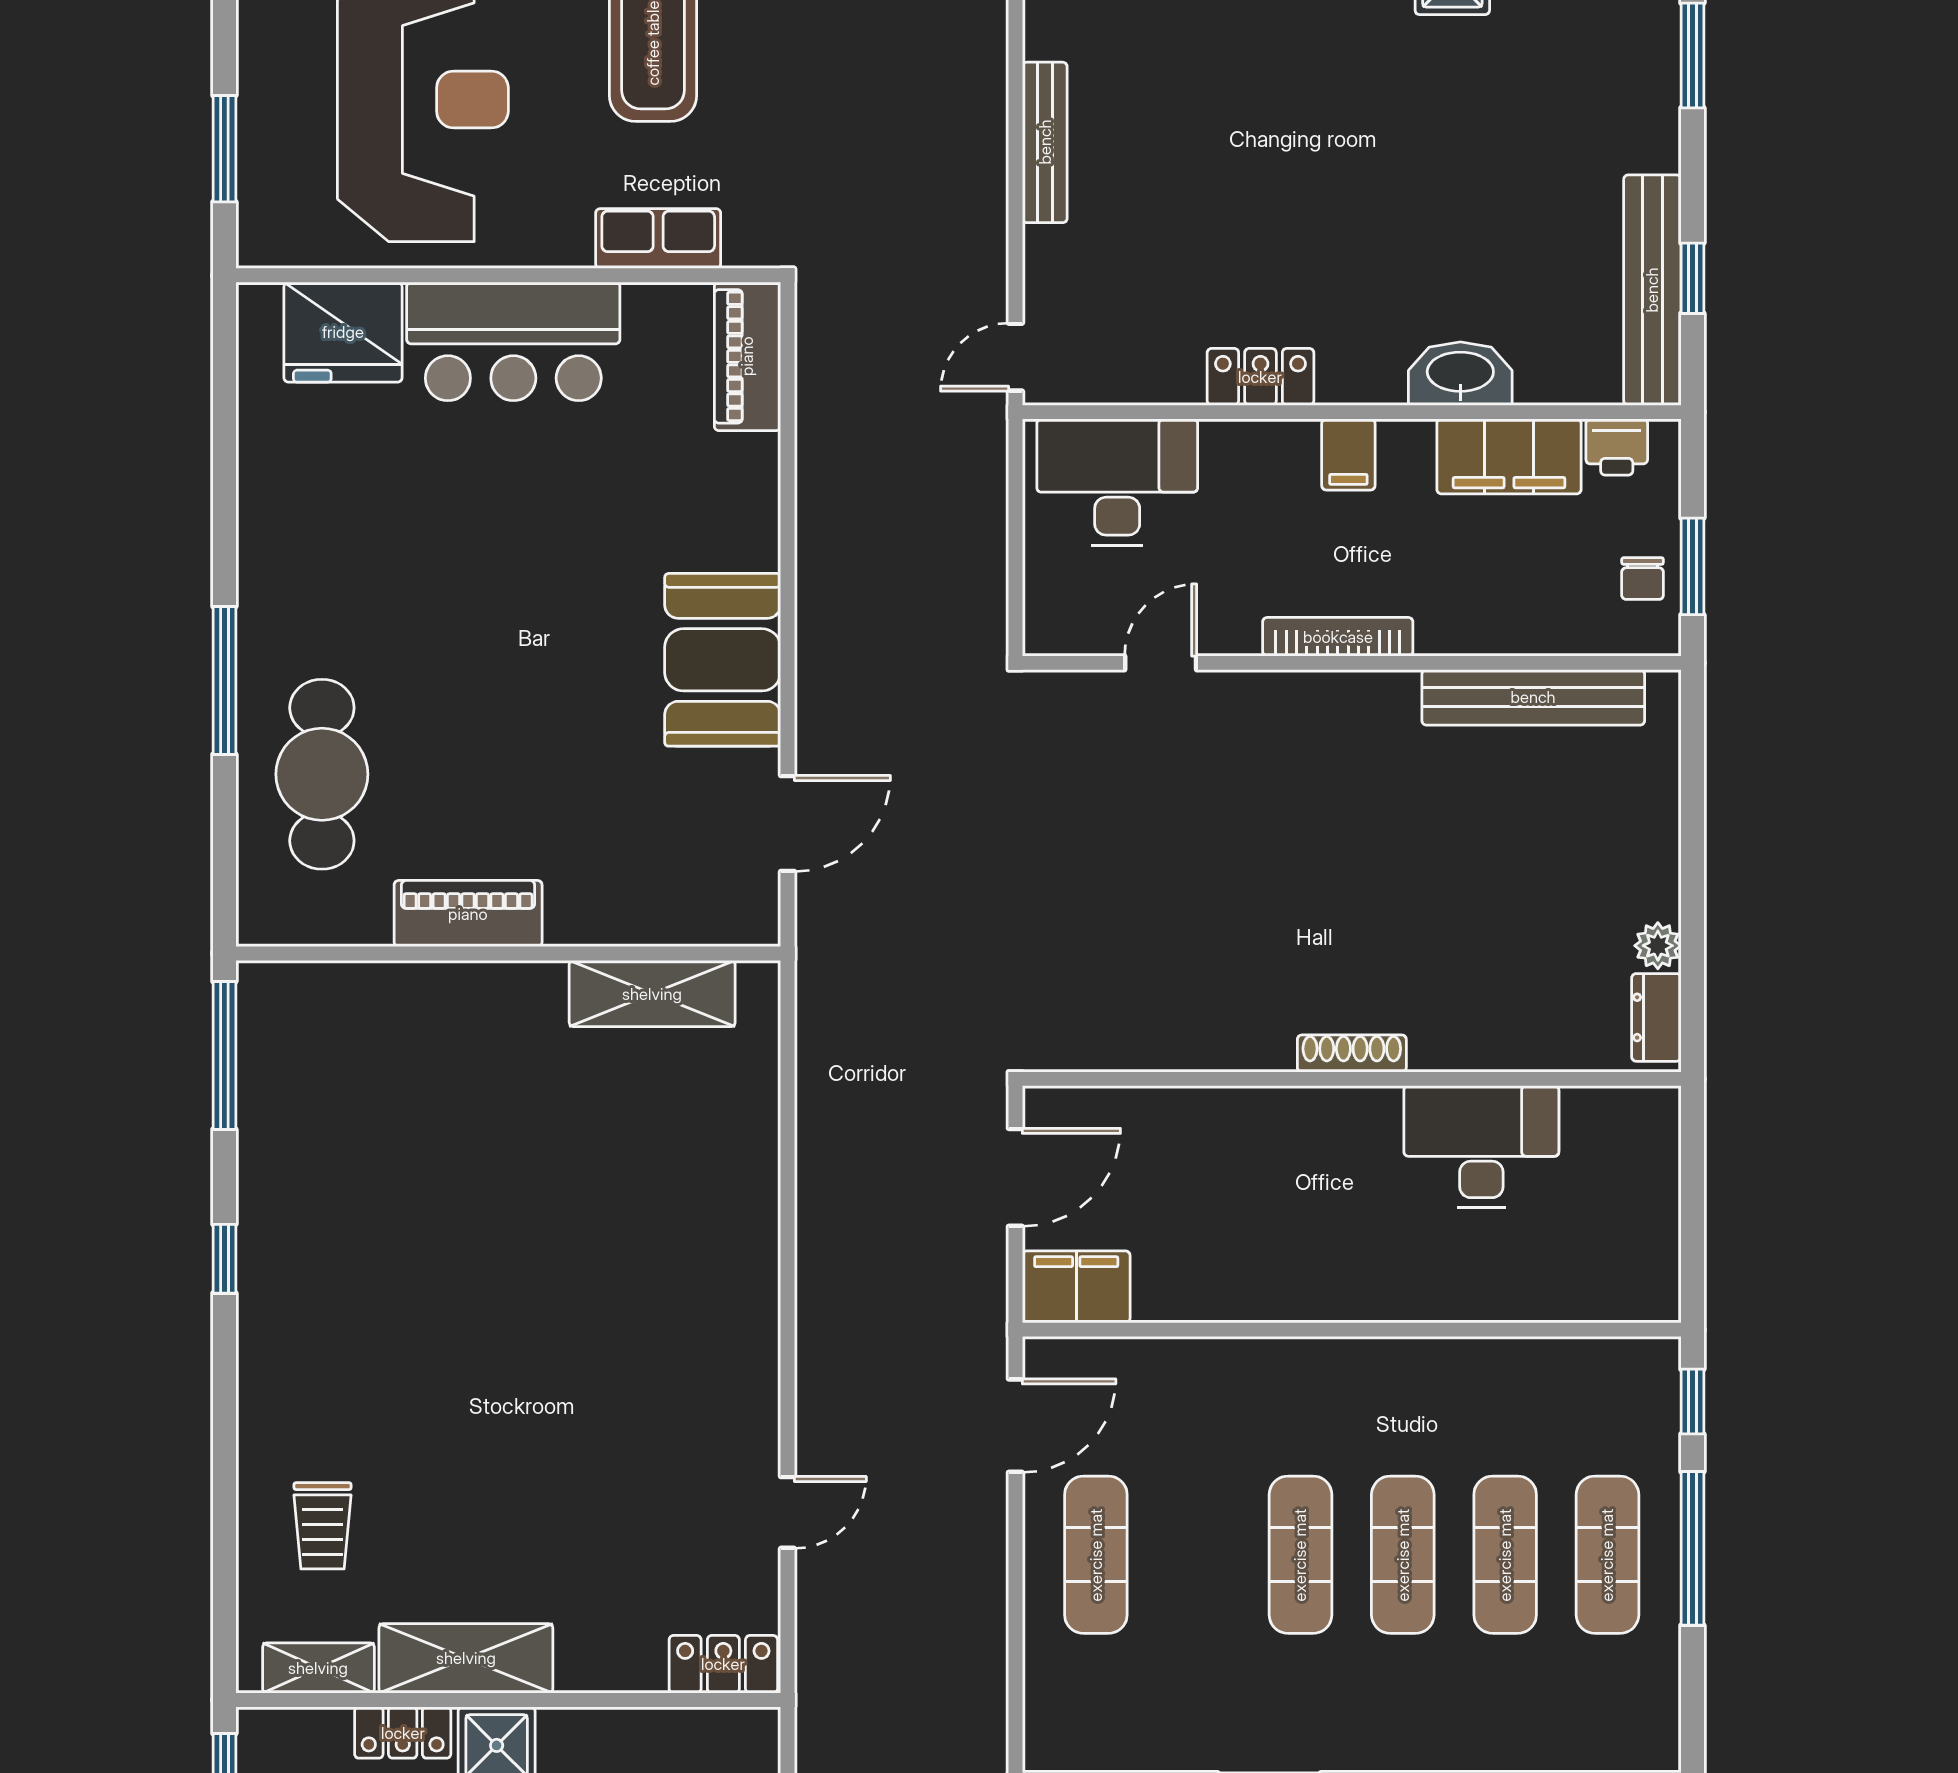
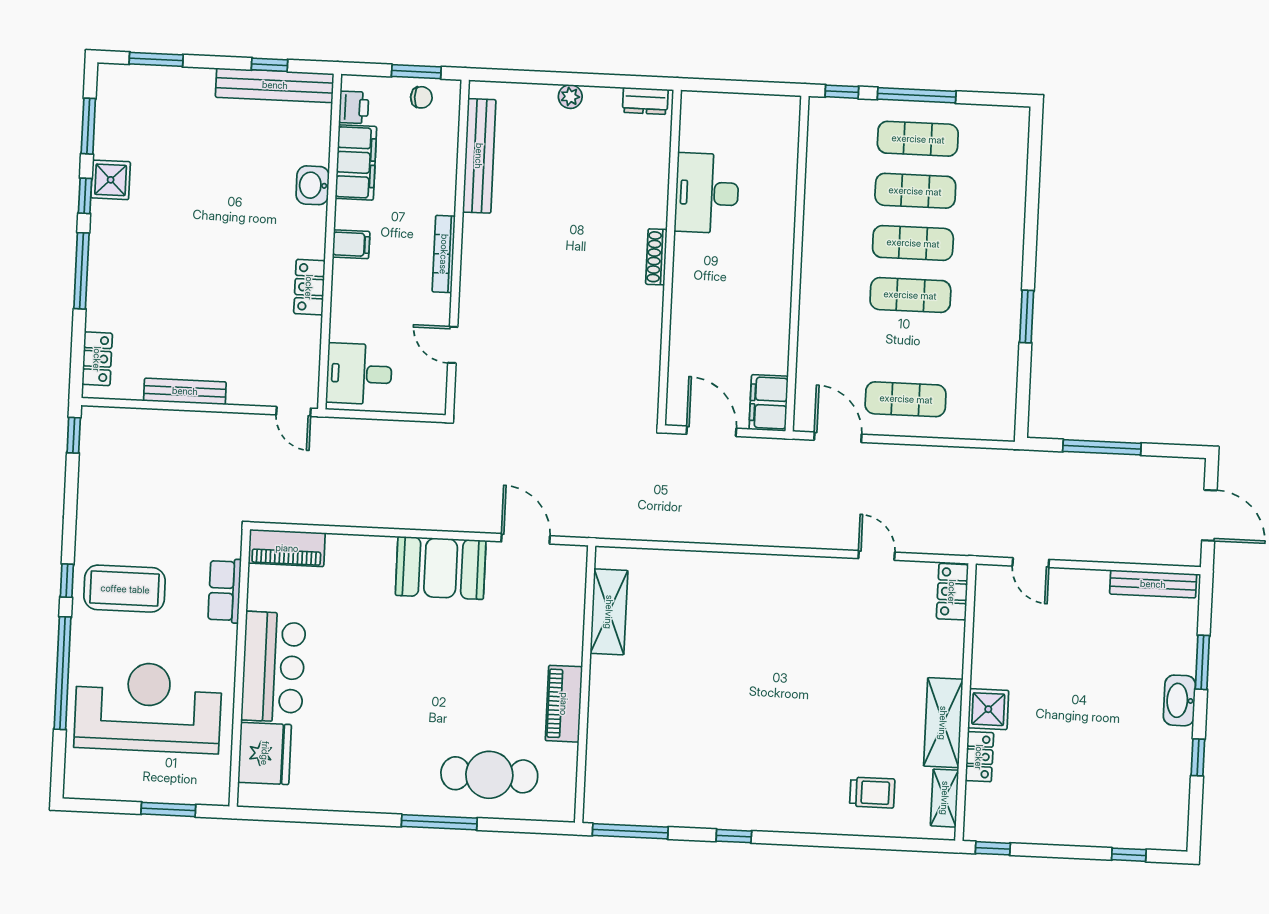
washbasin: (1460, 374) -> (313, 185), width x0.72
desk: (1117, 482) -> (359, 374), width x0.73
plant: (1658, 946) -> (570, 97), moved

